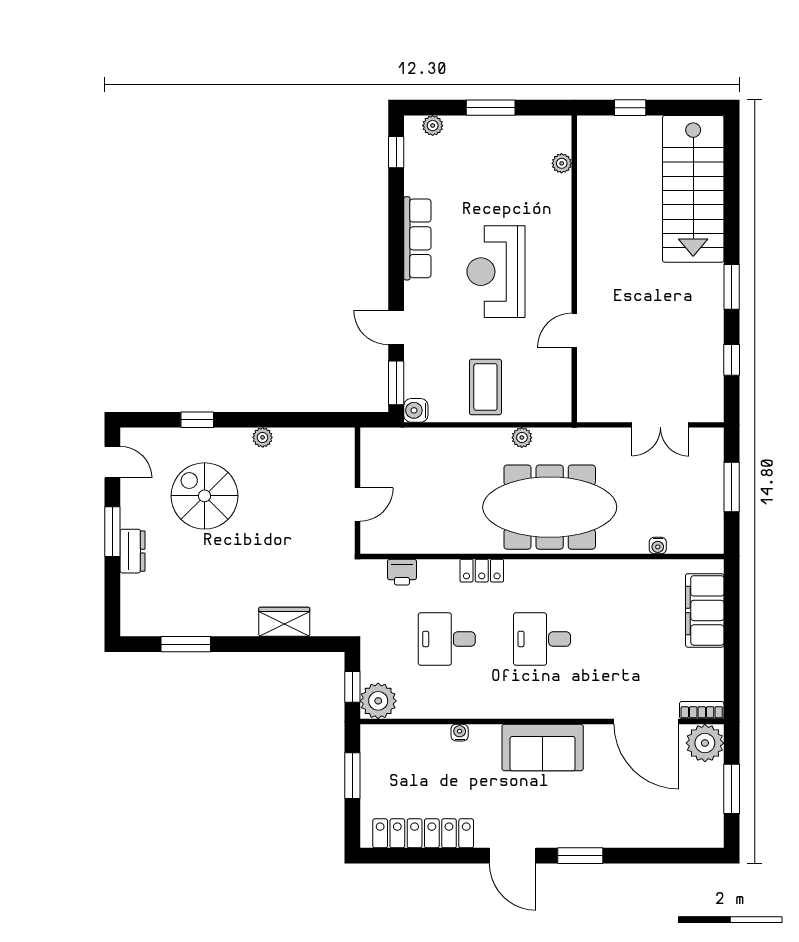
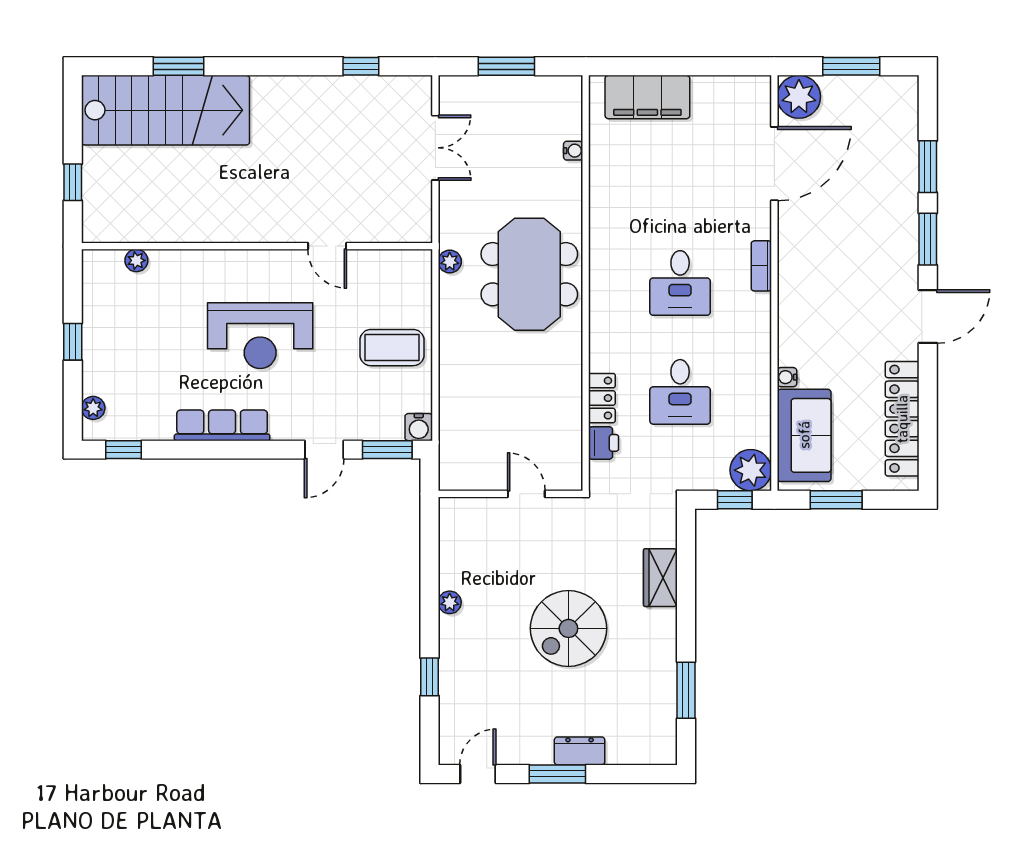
window: (491, 108) -> (73, 342), width x0.67
window: (732, 287) -> (178, 66), moved
plant: (522, 438) -> (450, 262), moved
spiral stairs: (205, 496) -> (568, 628), moved
meeting table: (550, 507) -> (529, 274), width x0.73
locker: (482, 571) -> (602, 398), moved
bookcase: (702, 710) -> (761, 266), moved
sofa: (543, 748) -> (804, 435), moved
window: (644, 856) -> (928, 167), added

